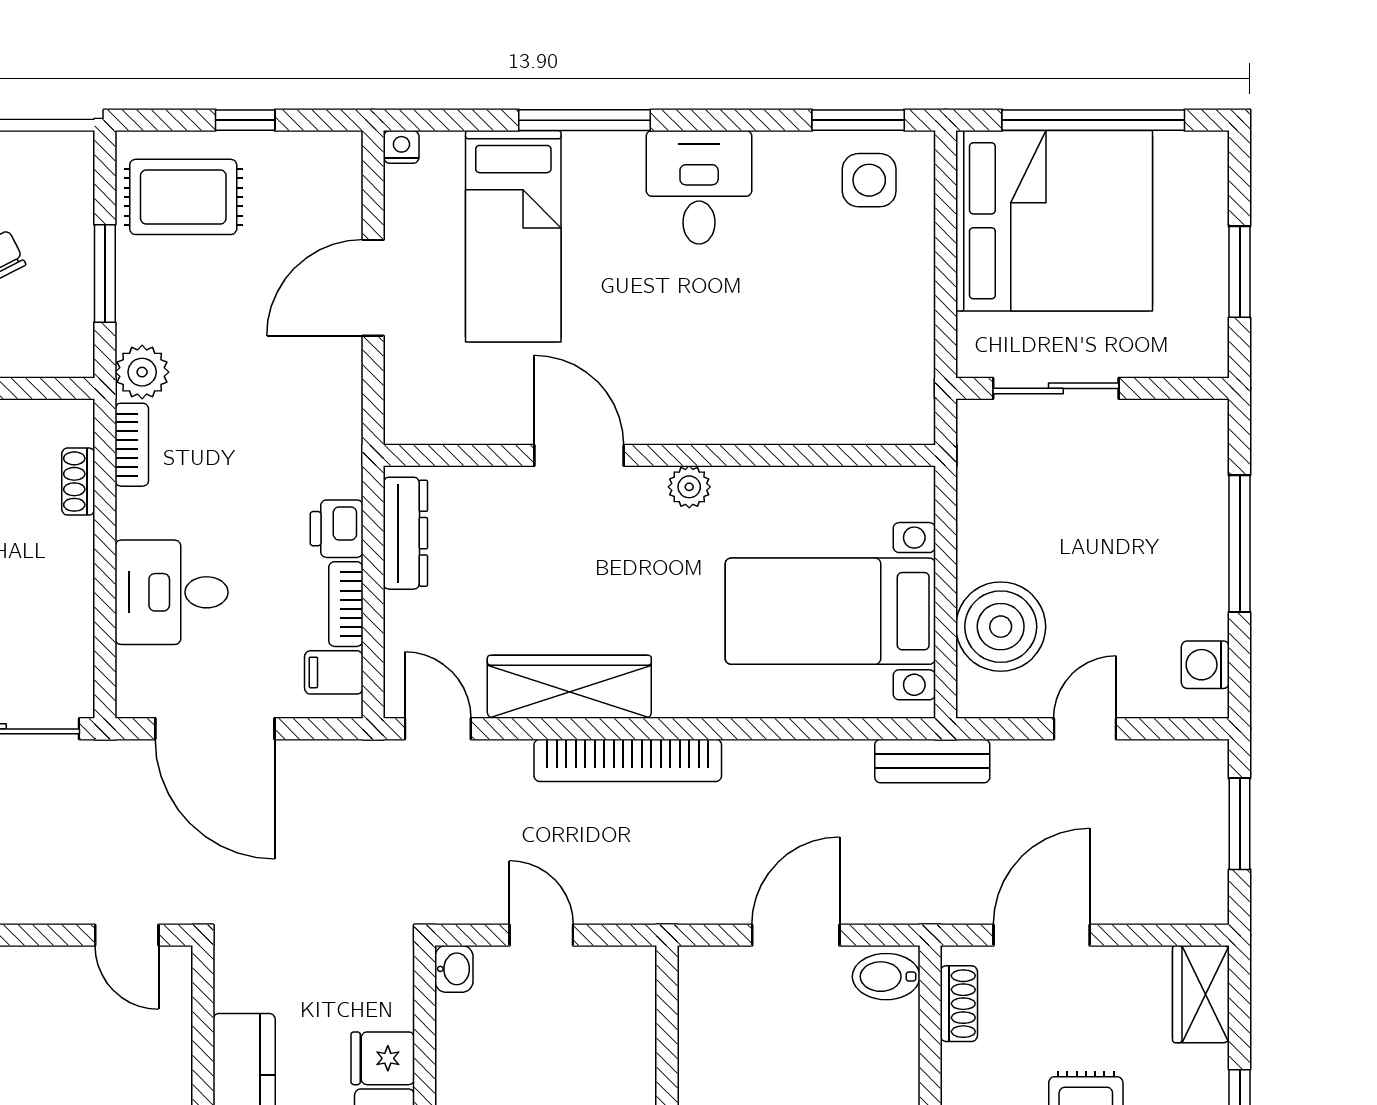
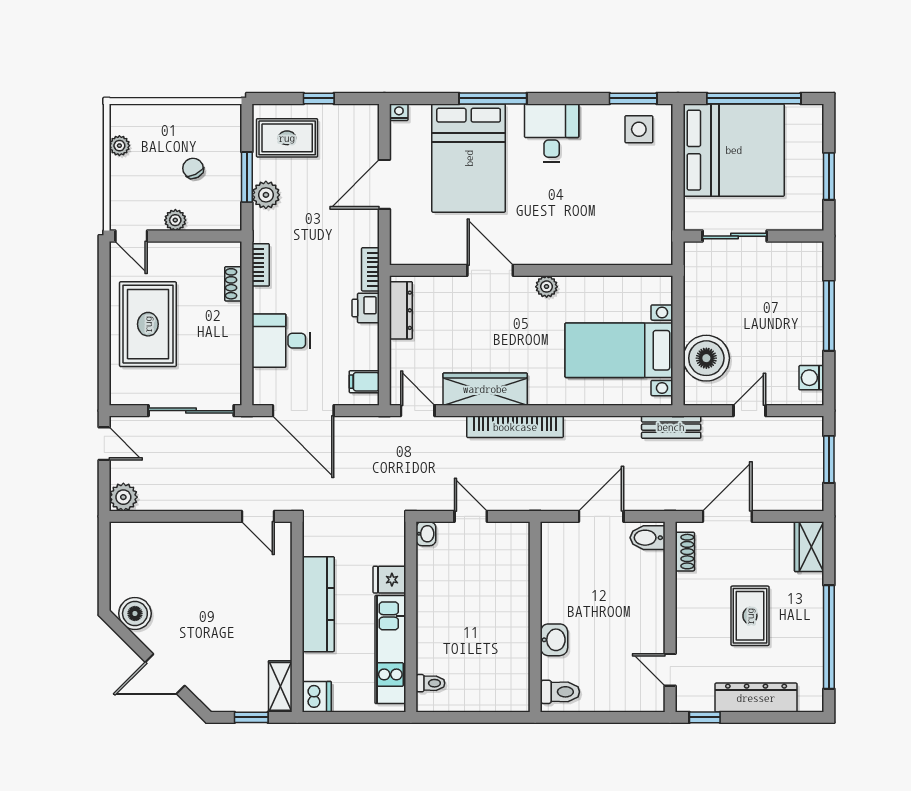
bed: (513, 236) -> (469, 158), width x1.50
plant: (142, 372) -> (266, 195), moved
bookcase: (346, 604) -> (370, 269), moved

